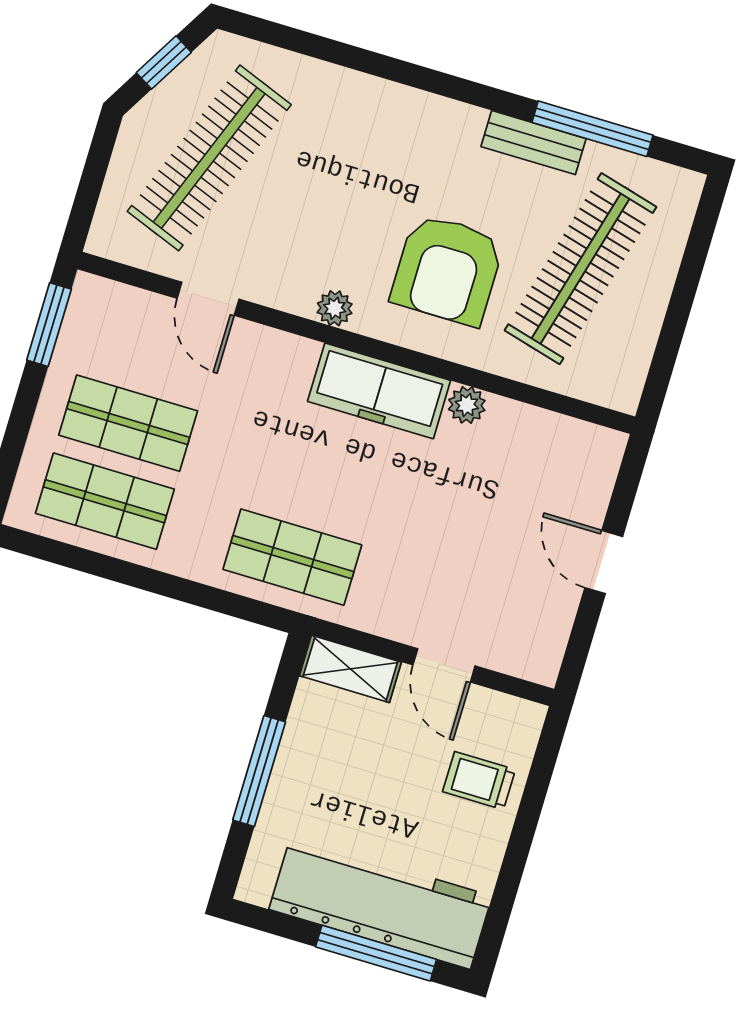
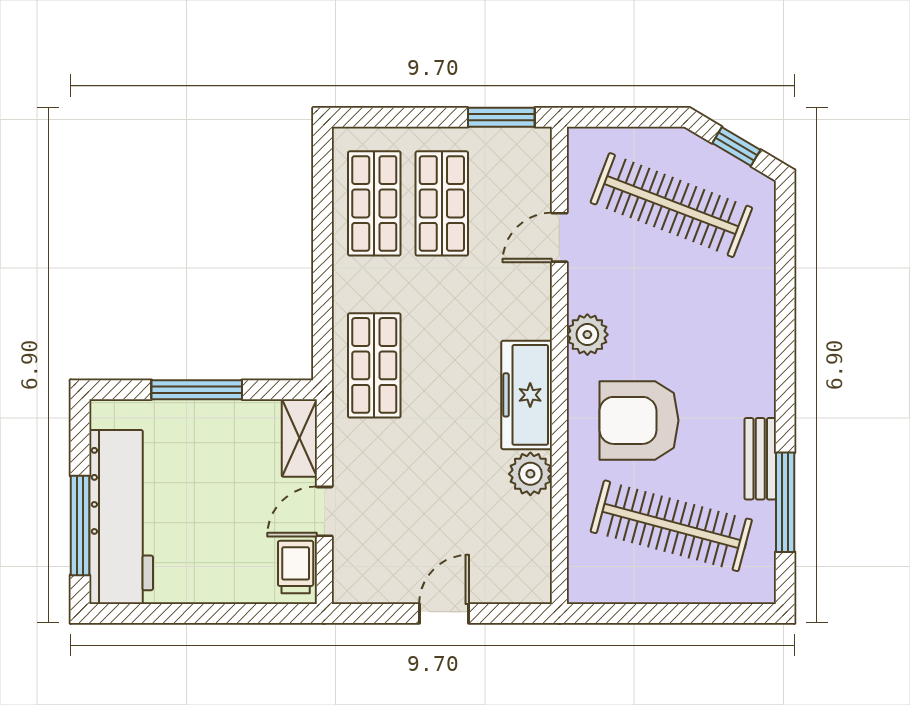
plant: (335, 308) -> (587, 335), width x1.38, depth x1.38
plant: (467, 405) -> (530, 474), width x1.38, depth x1.38
trolley: (479, 781) -> (296, 567), moved

